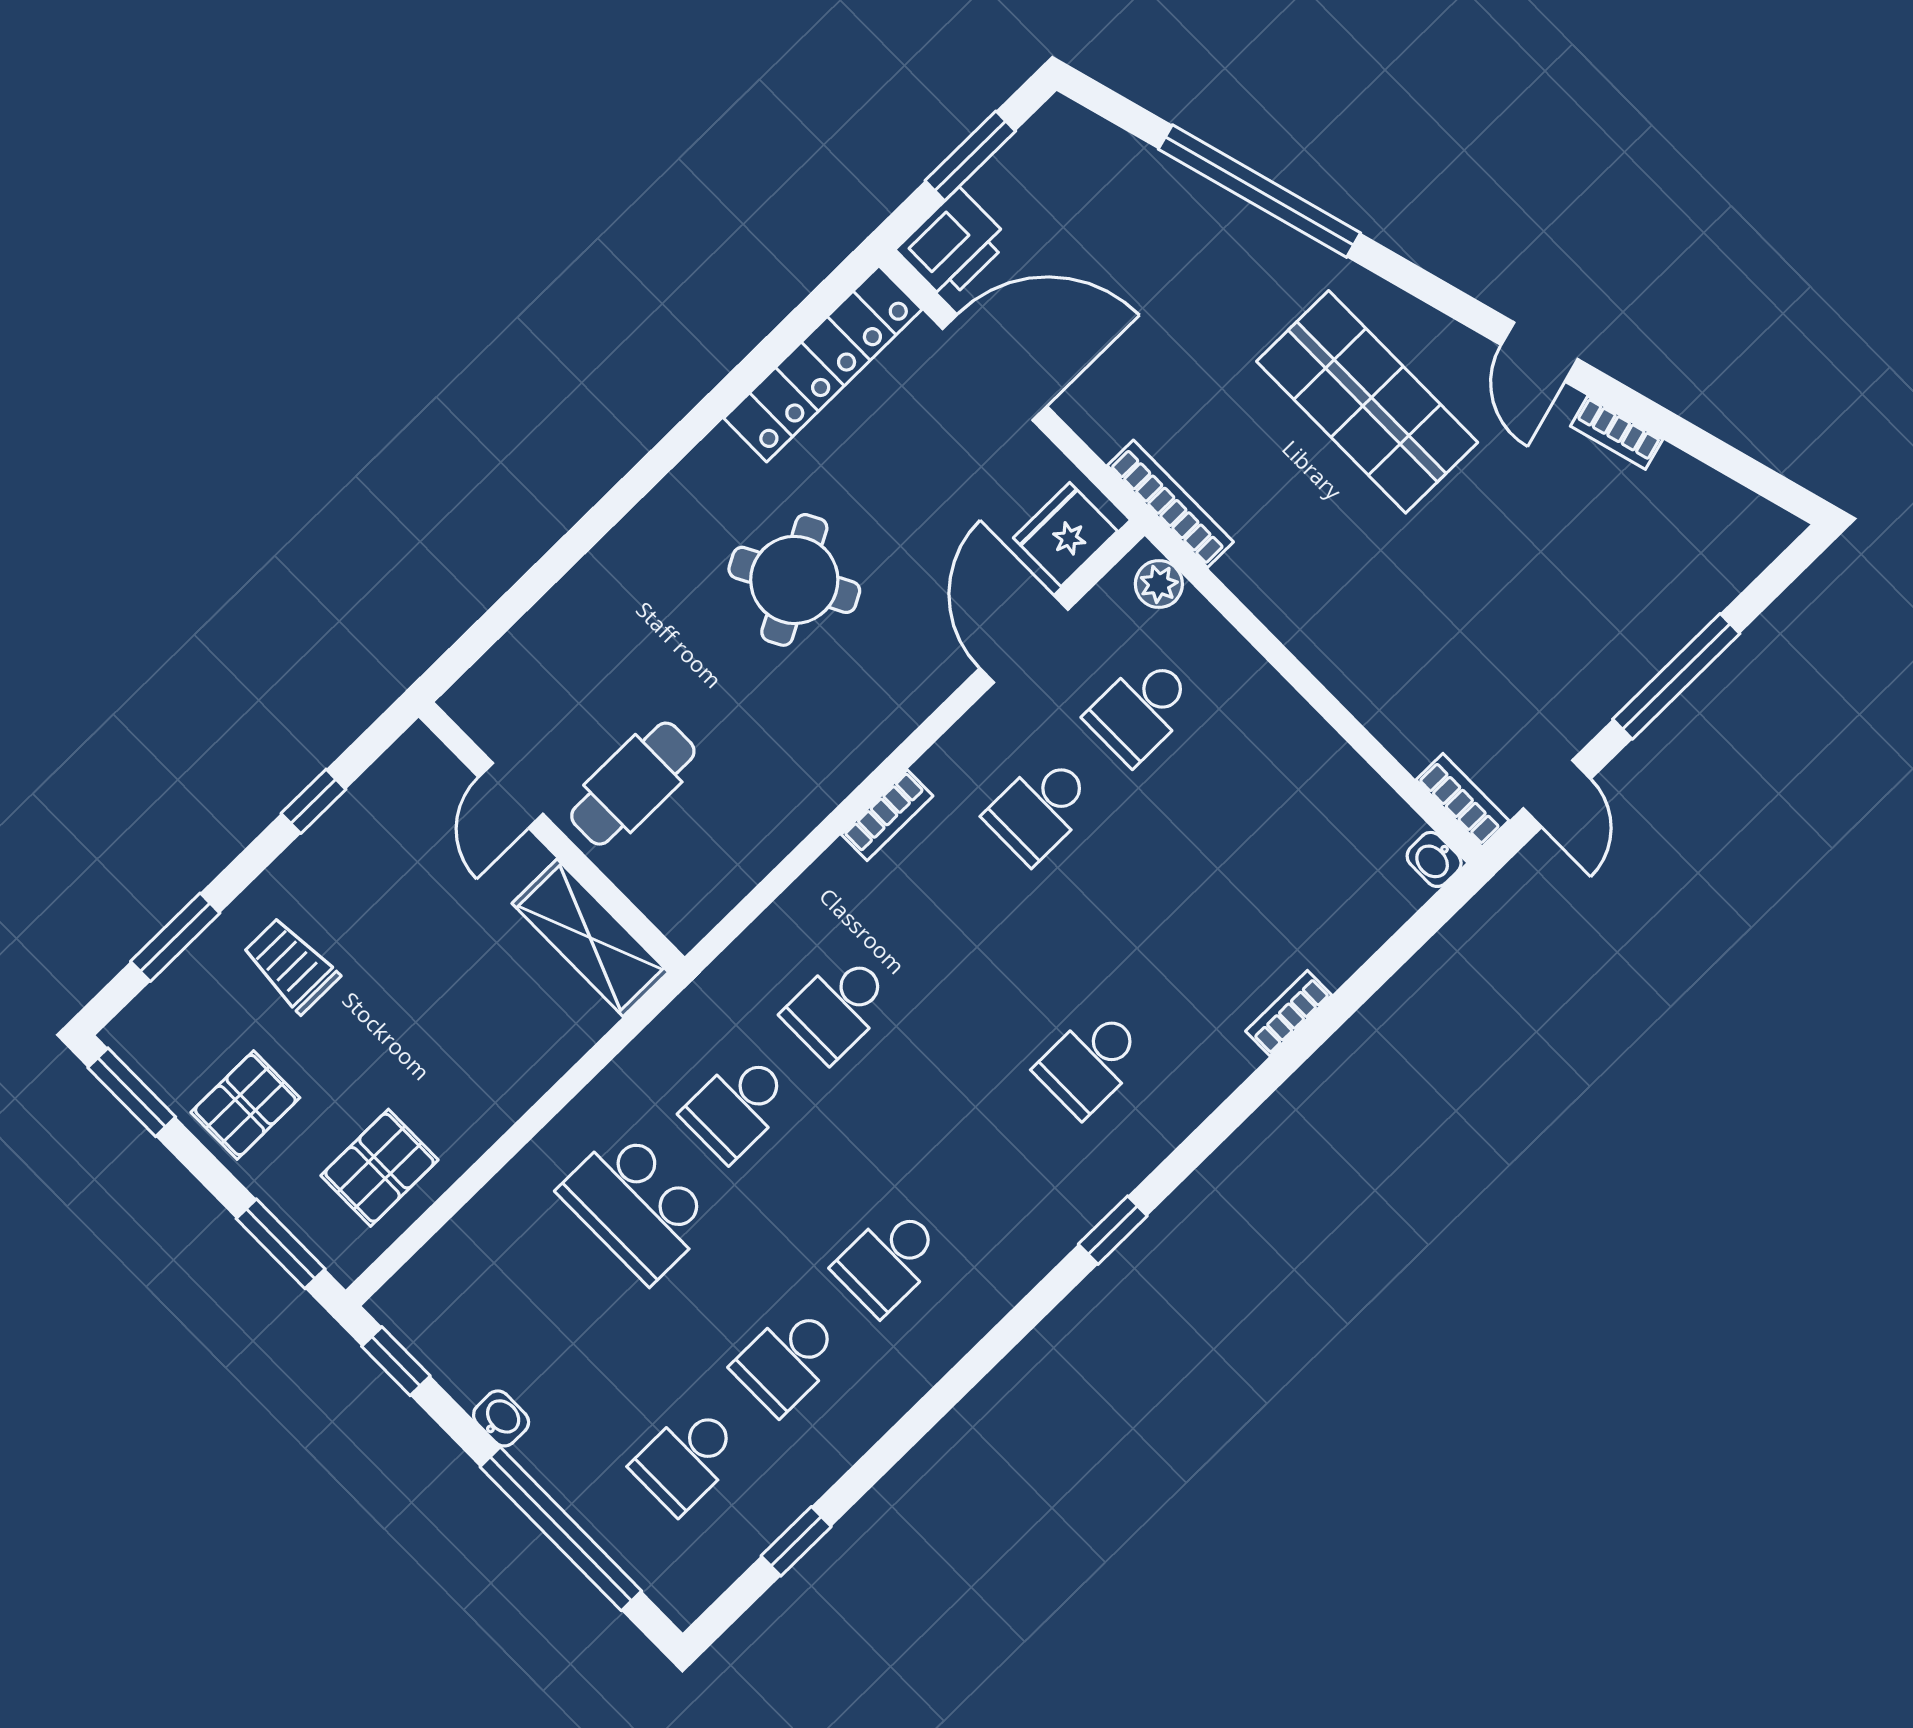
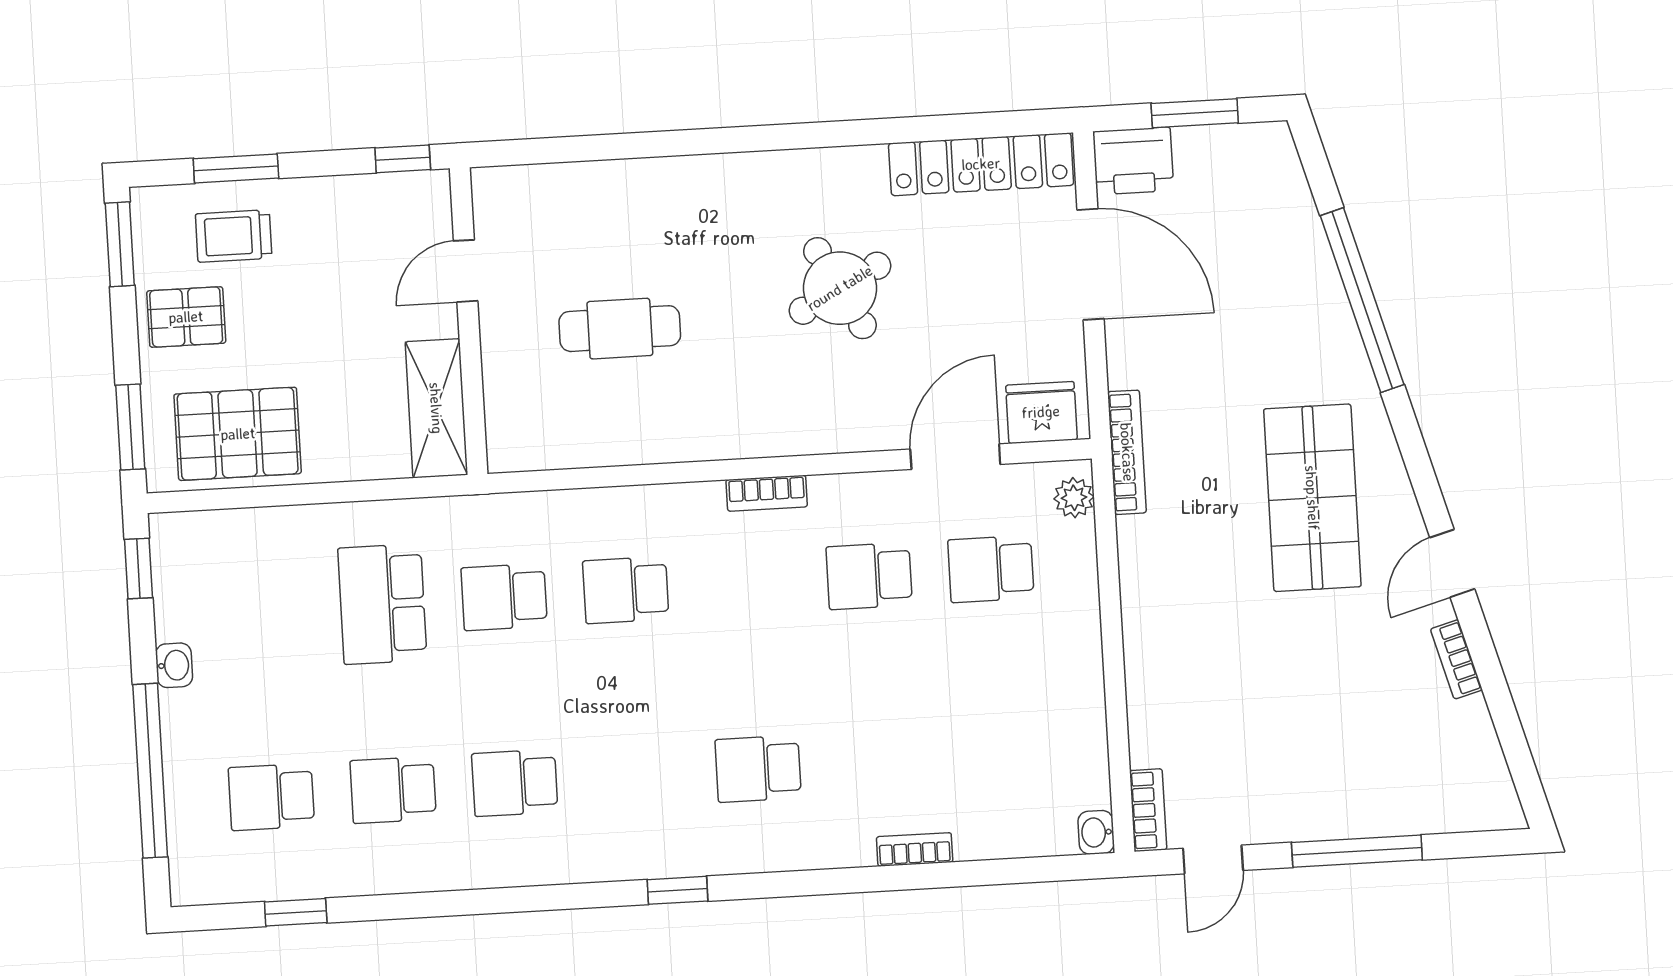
door: (511, 795) -> (466, 271), moved
wall: (552, 837) -> (469, 321), moved
shelving: (590, 938) -> (436, 408), moved
trolley: (291, 965) -> (234, 236), moved, turned -90
pallet: (379, 1168) -> (238, 434), width x1.50, depth x1.42

